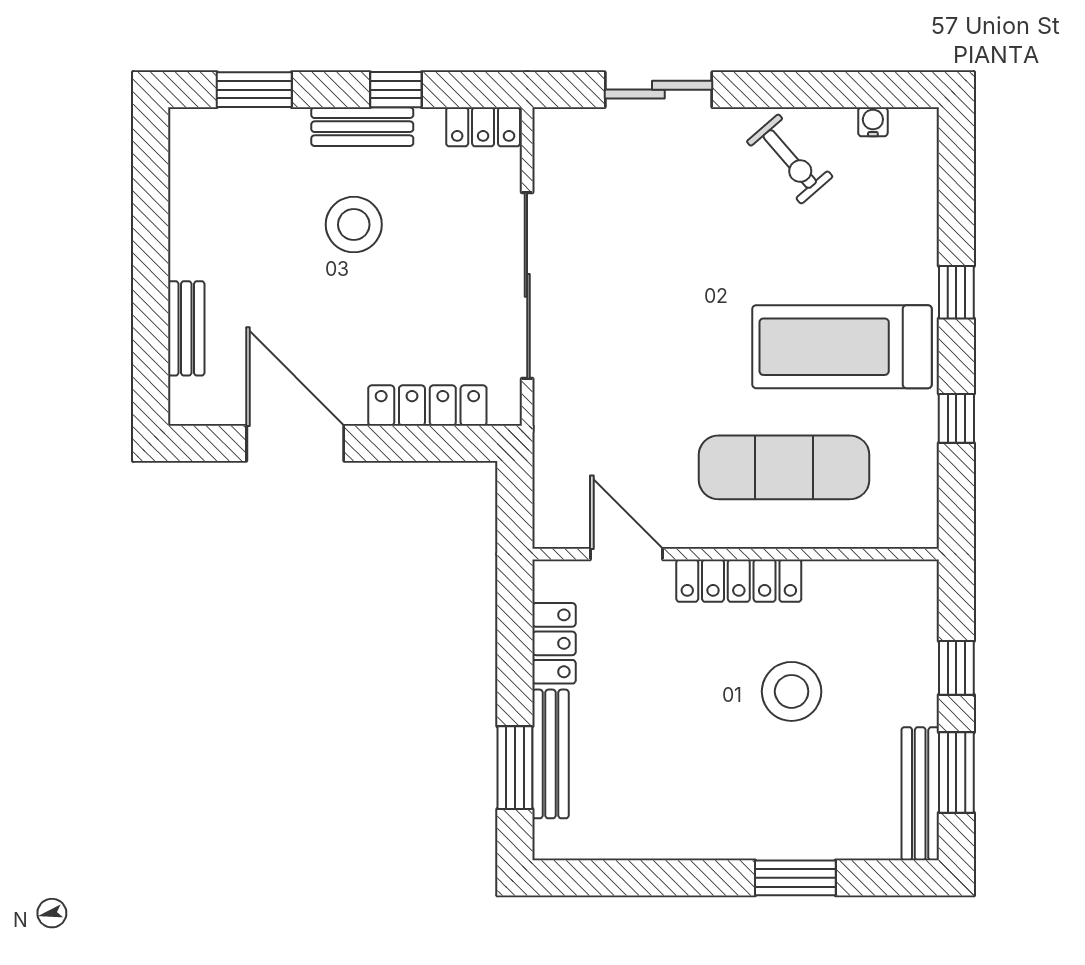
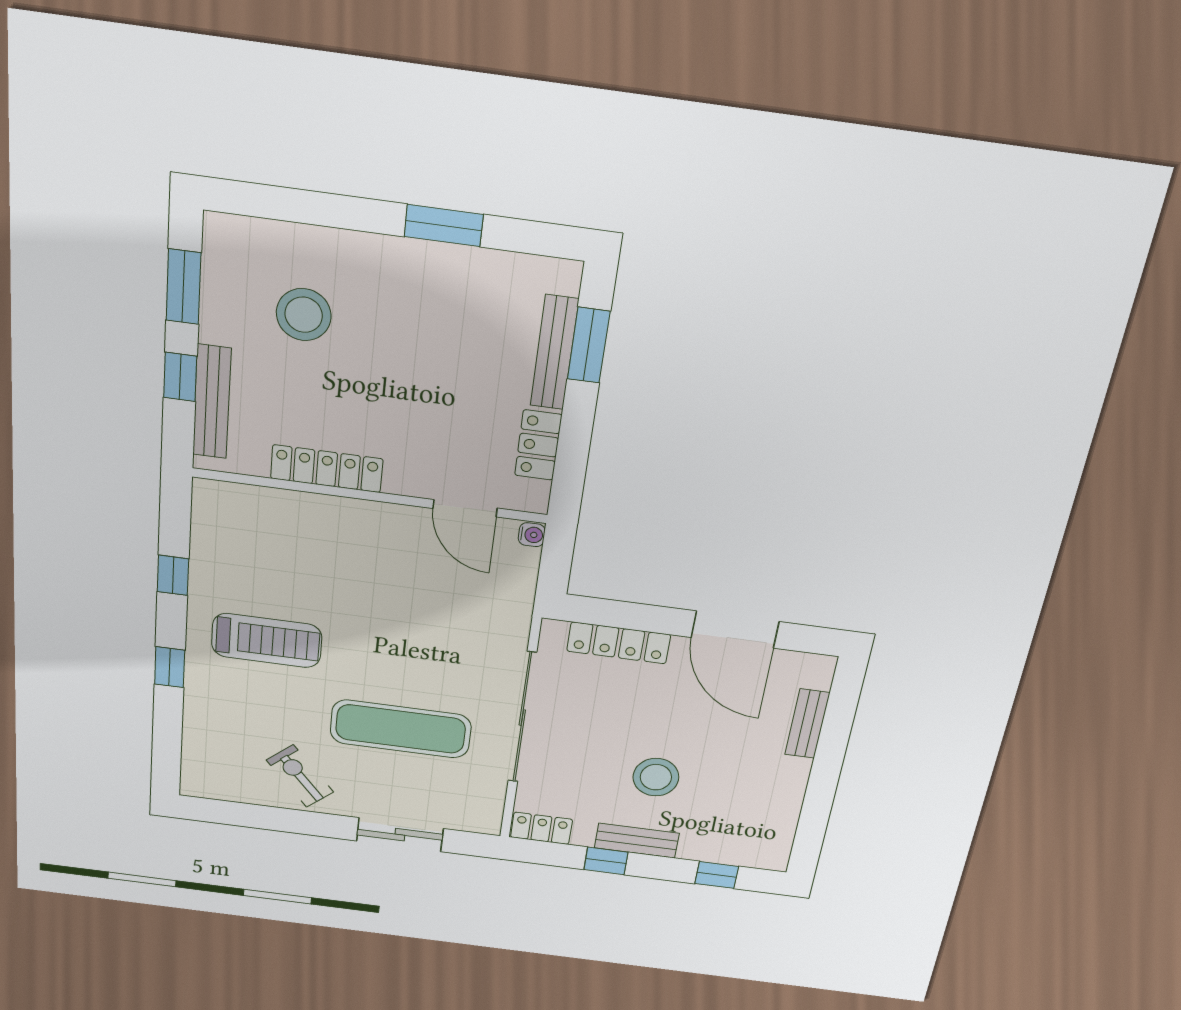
window: (254, 90) -> (717, 875), width x0.67
water cooler: (873, 122) -> (532, 535), moved, turned -90
treadmill: (842, 347) -> (267, 640), width x0.73, depth x0.73
exercise mat: (784, 467) -> (401, 729), moved
locker: (739, 581) -> (327, 469), moved
stool: (792, 691) -> (304, 315), moved
bench: (920, 794) -> (212, 402), moved
window: (795, 878) -> (444, 226), moved

